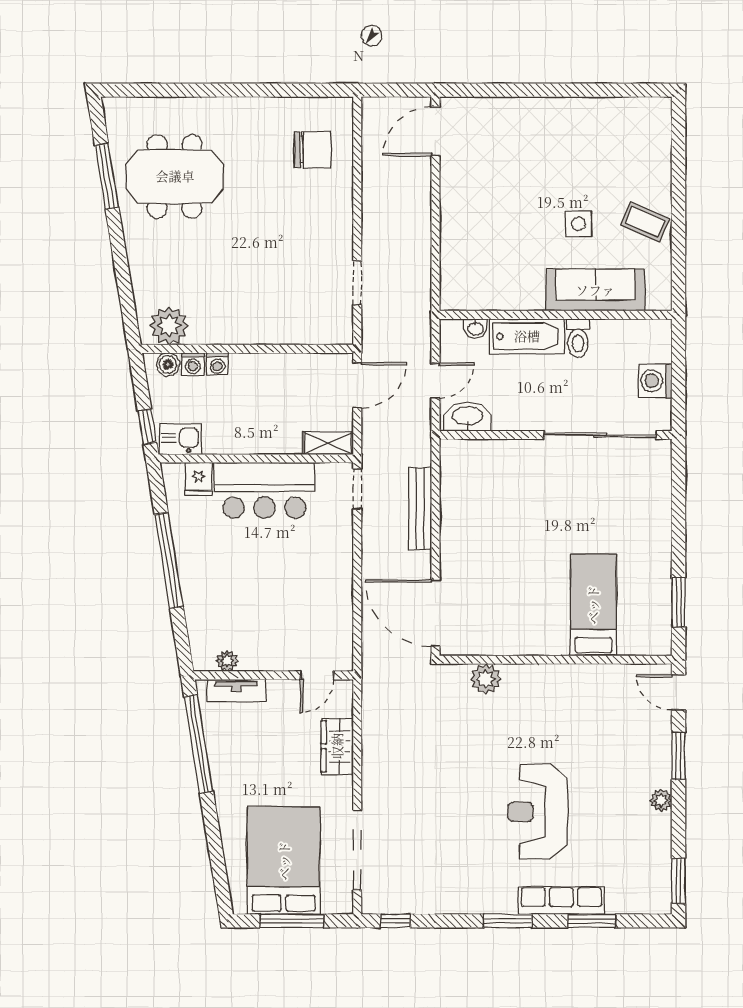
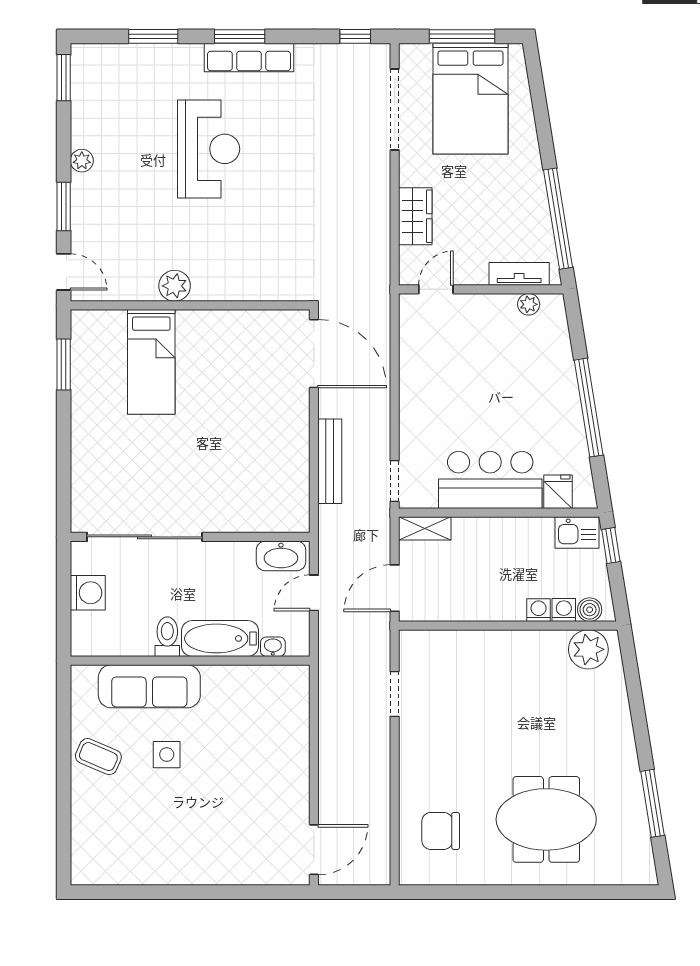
meeting table: (175, 176) -> (546, 819), moved
plant: (486, 679) -> (175, 286), moved
row of seats: (561, 900) -> (249, 58), moved

